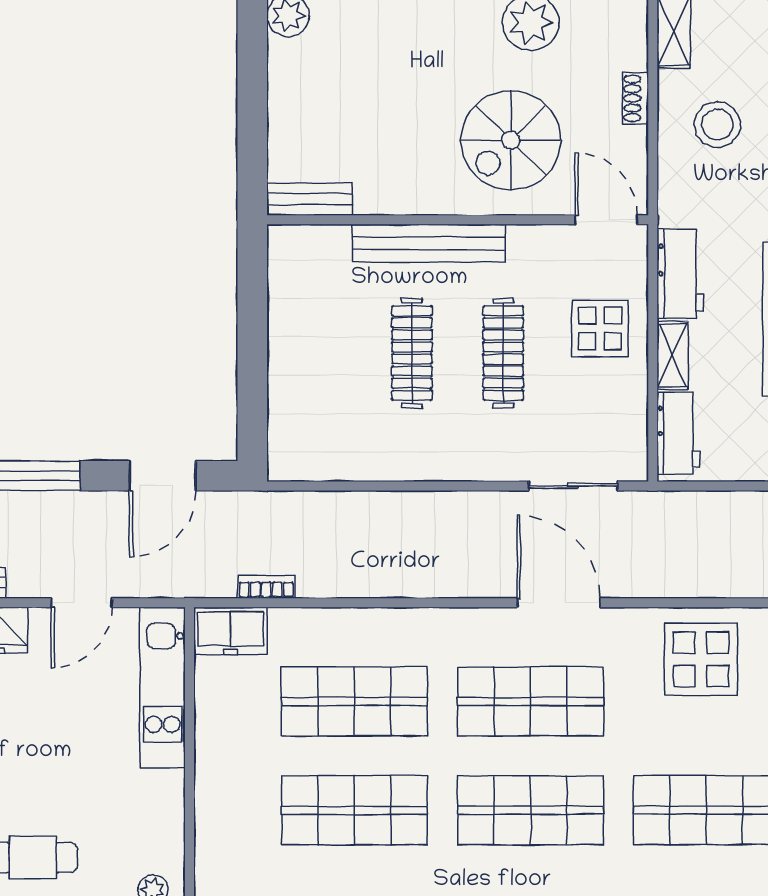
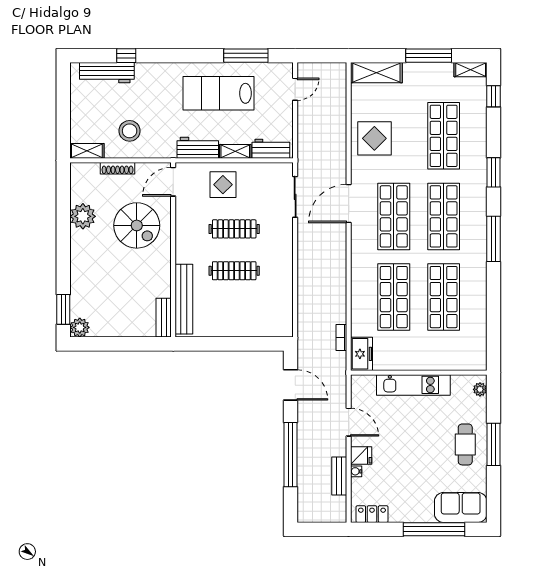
shoe rack: (636, 98) -> (118, 168), width x1.43
bench: (428, 243) -> (184, 299), moved
kitchen unit: (163, 687) -> (413, 385), moved

